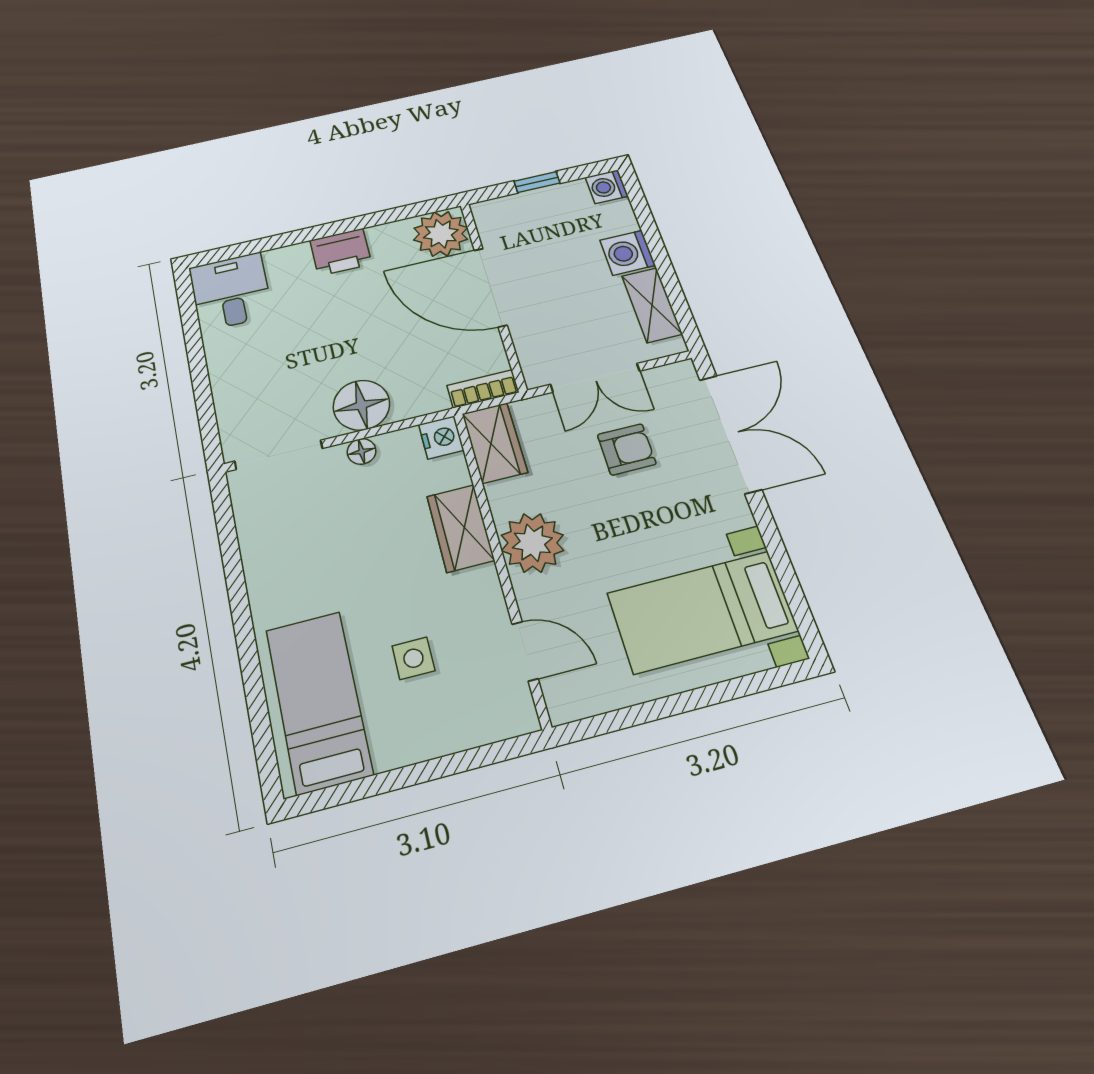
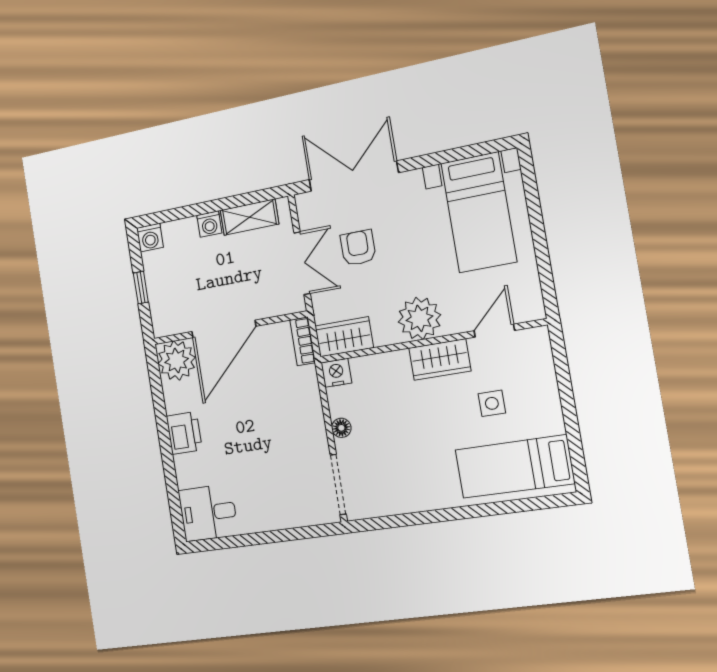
washing machine: (628, 253) -> (209, 224), width x0.73, depth x0.73
floor lamp: (361, 405) -> (306, 426), removed
wardrobe: (461, 528) -> (440, 359), moved

